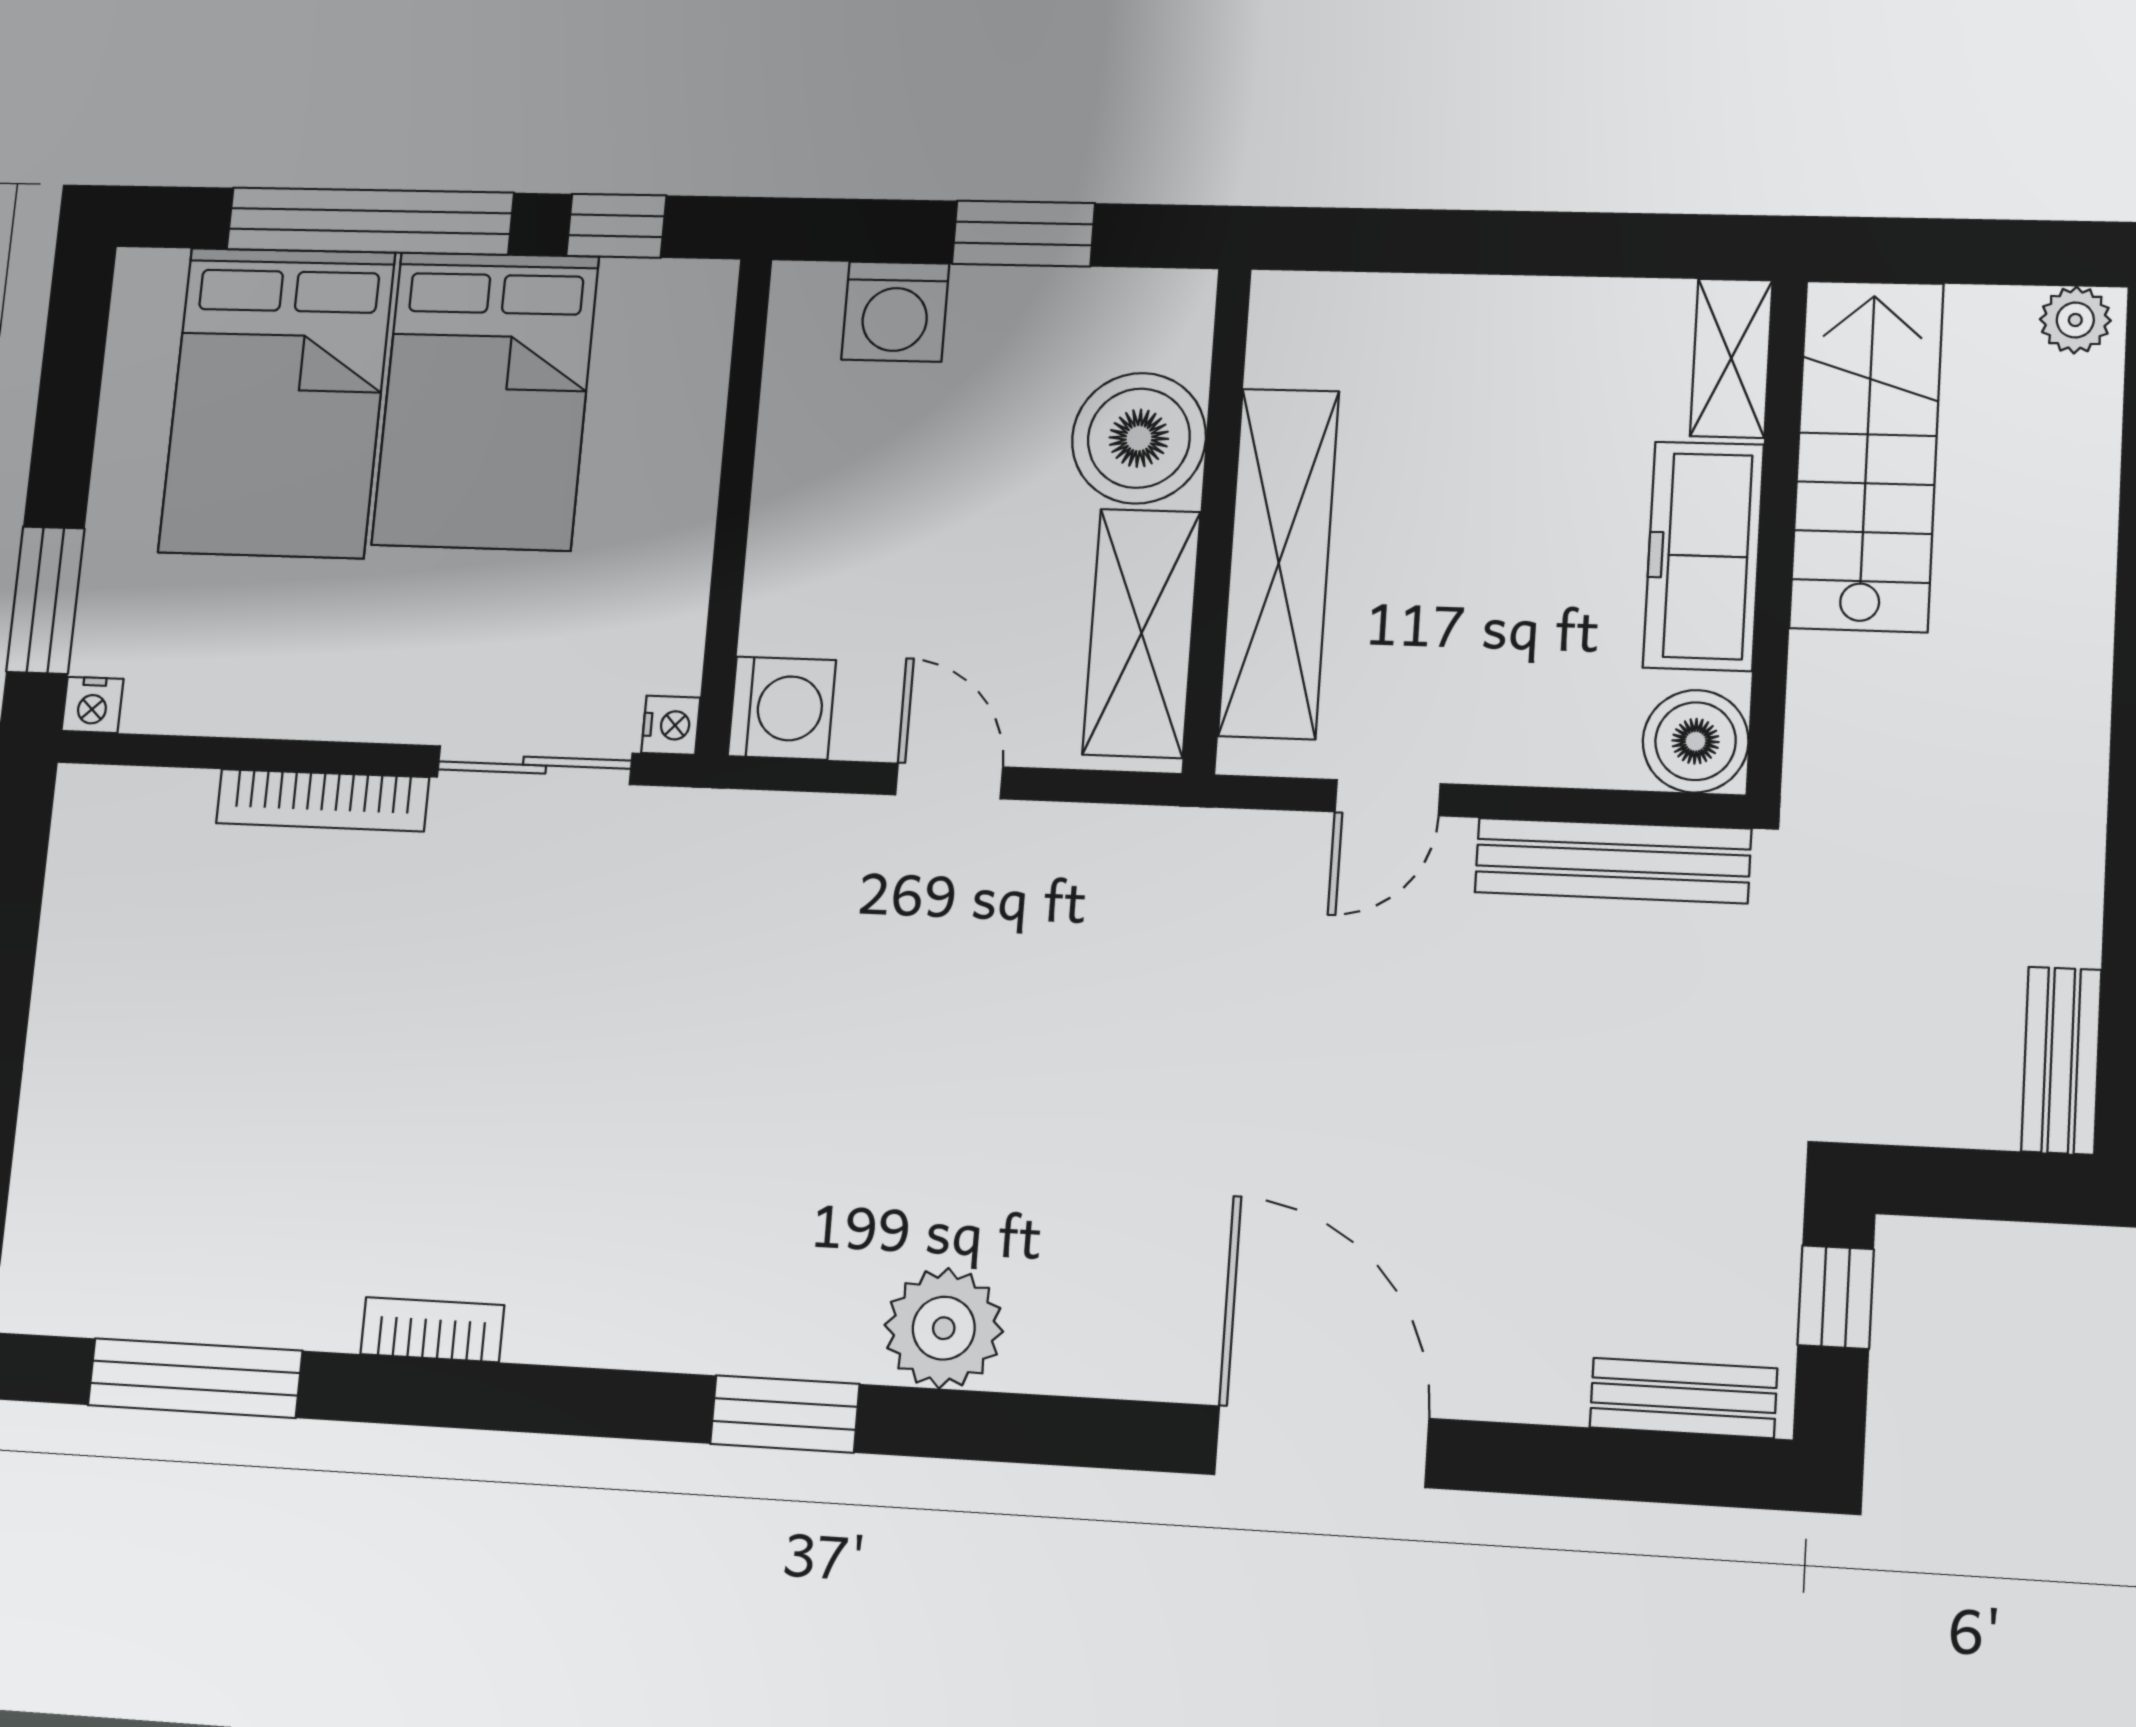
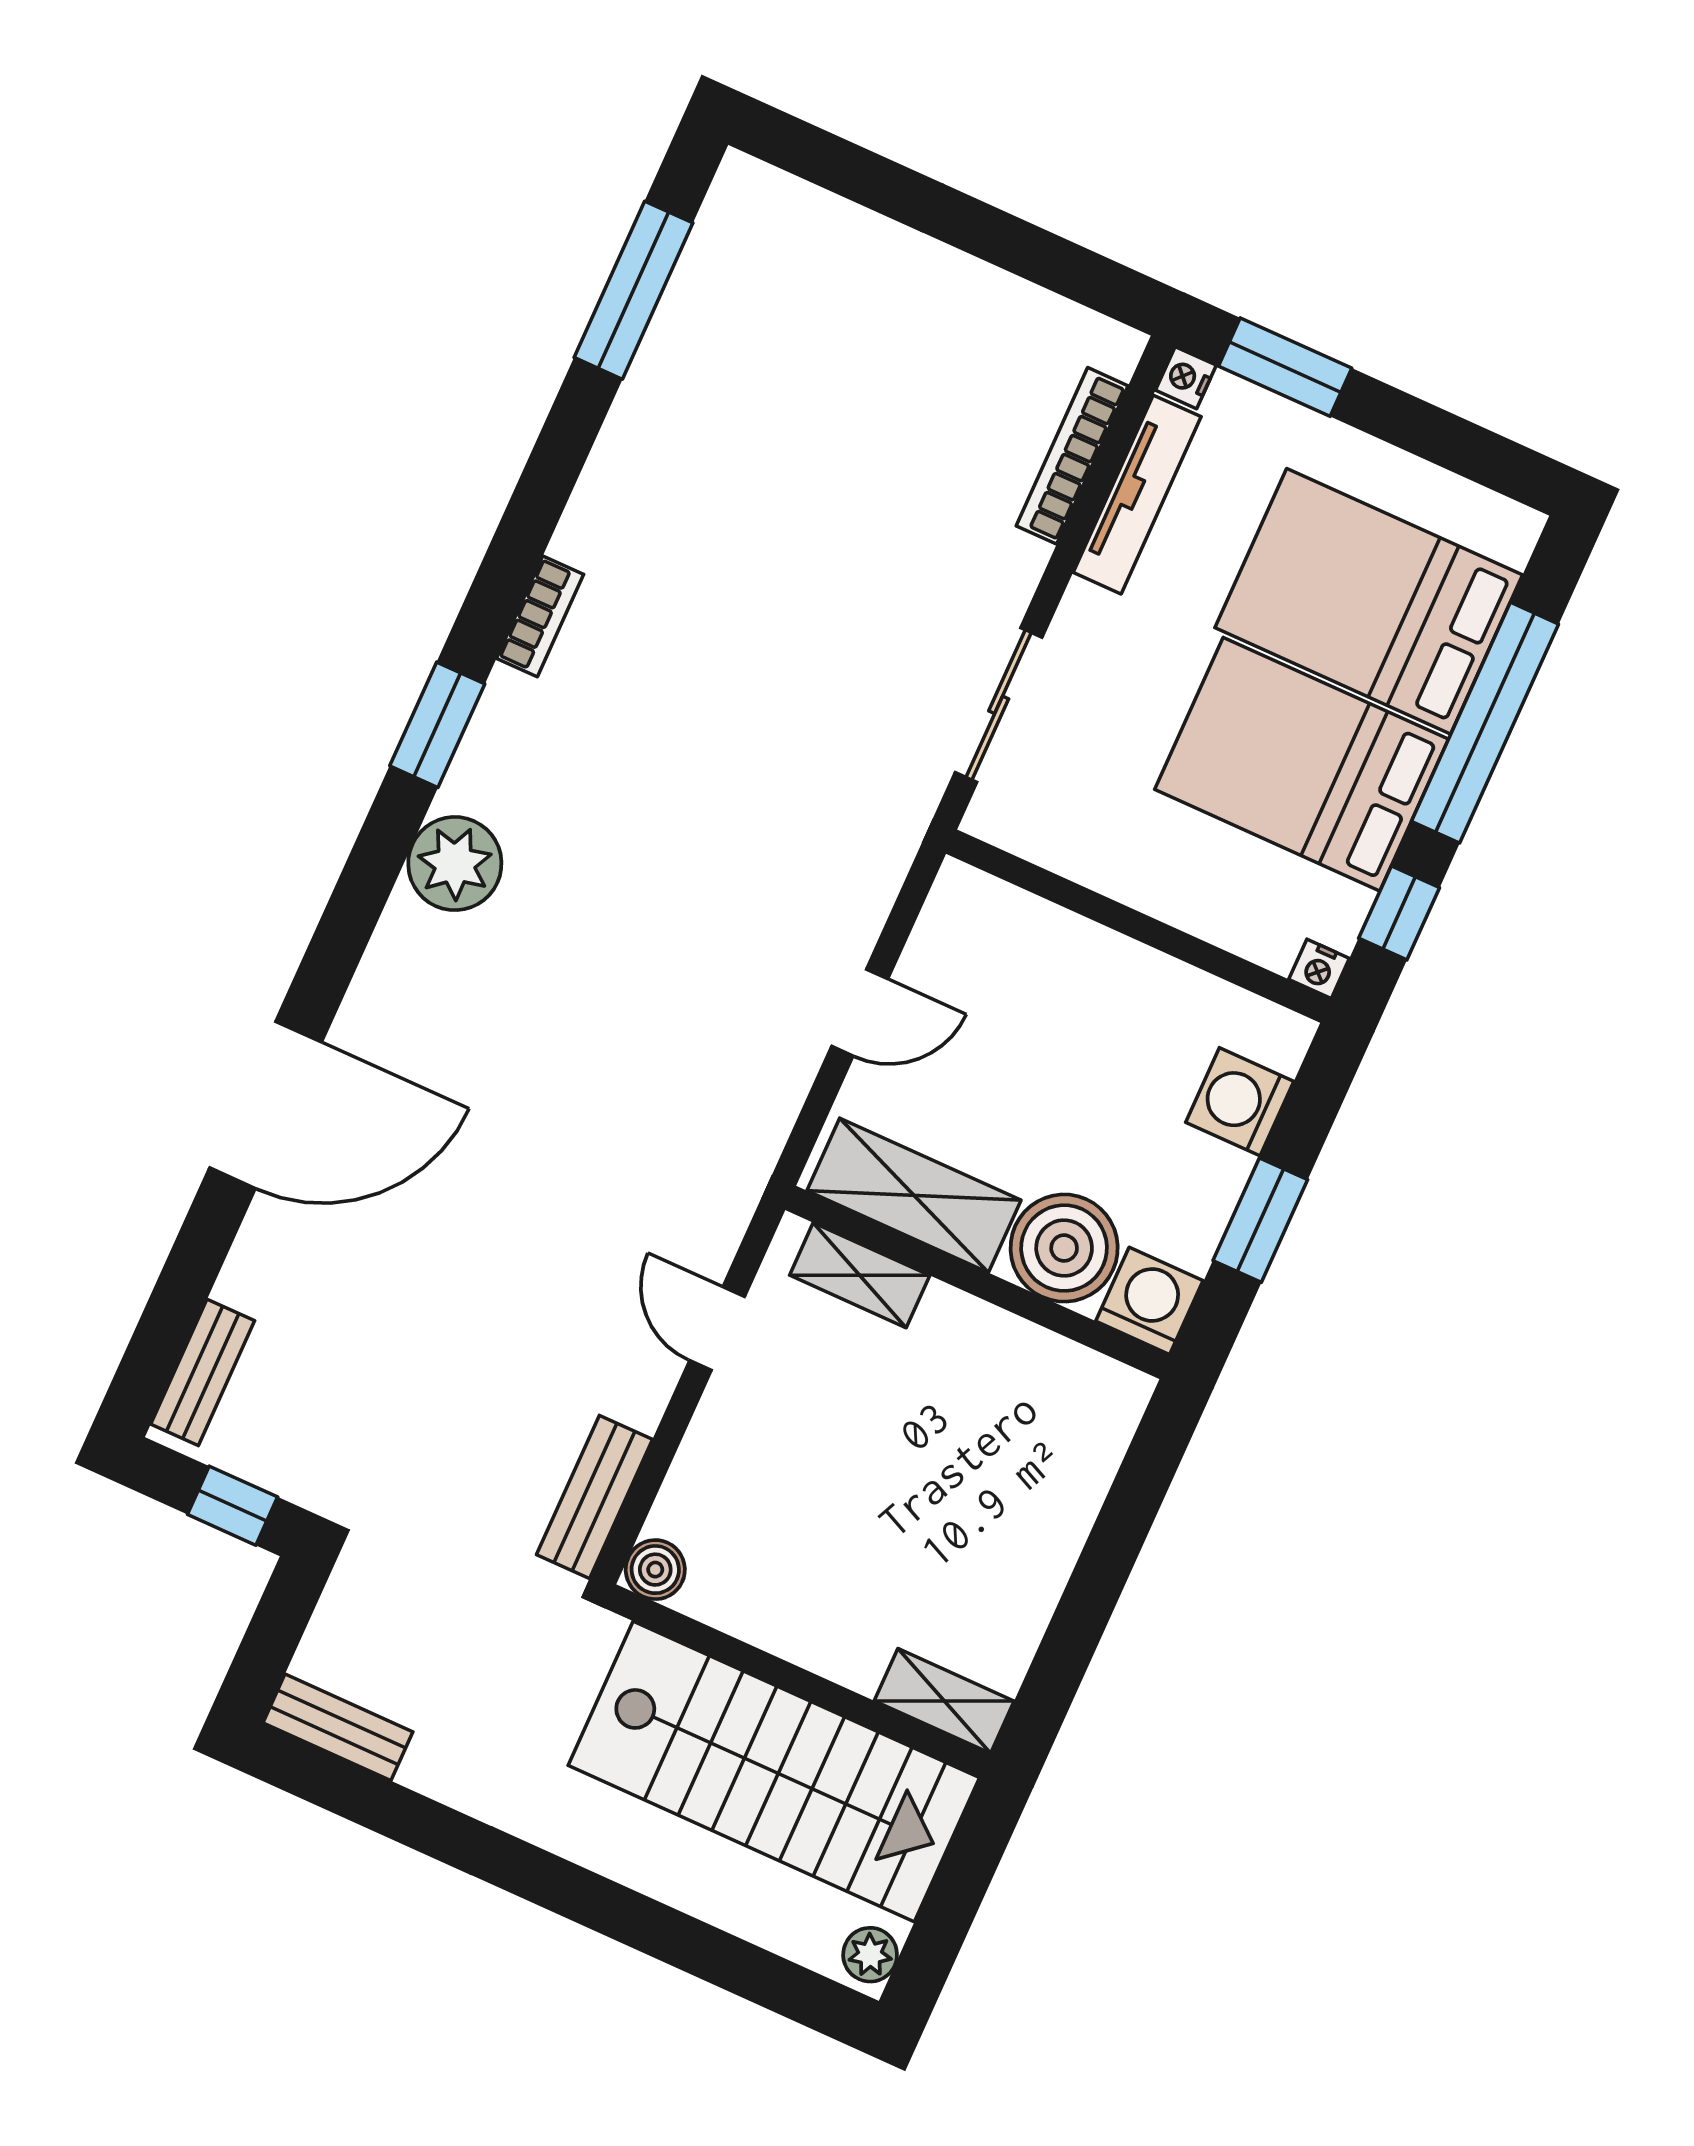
stairs: (1867, 455) -> (774, 1772), width x1.36, depth x1.51
freezer: (1703, 556) -> (804, 1623), removed
shelving: (1279, 563) -> (860, 1275), width x0.45, depth x0.75
tv unit: (242, 706) -> (1137, 495), added
washing machine: (782, 708) -> (1149, 1301), moved, turned 180
nightstand: (671, 725) -> (1319, 969), moved
boiler: (1696, 741) -> (655, 1570), width x0.73, depth x0.73
bookcase: (322, 800) -> (1072, 456), moved
bench: (1613, 861) -> (594, 1497), width x0.73
bookcase: (432, 1330) -> (540, 616), moved

